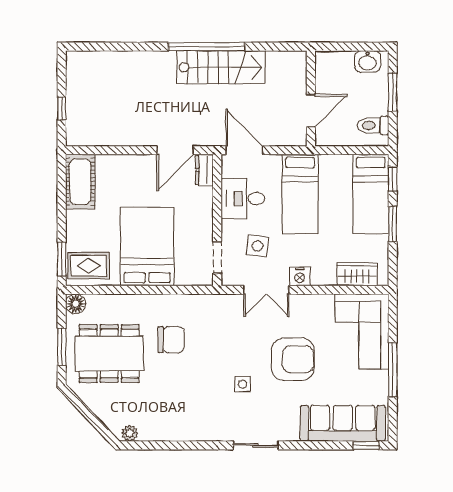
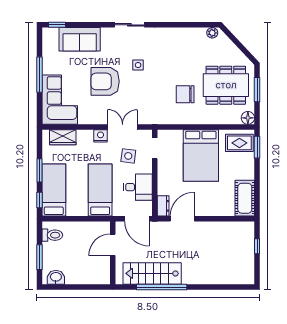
wall: (311, 98) -> (113, 253), moved
door: (311, 111) -> (113, 245), moved
sofa: (343, 423) -> (80, 39), width x0.73

